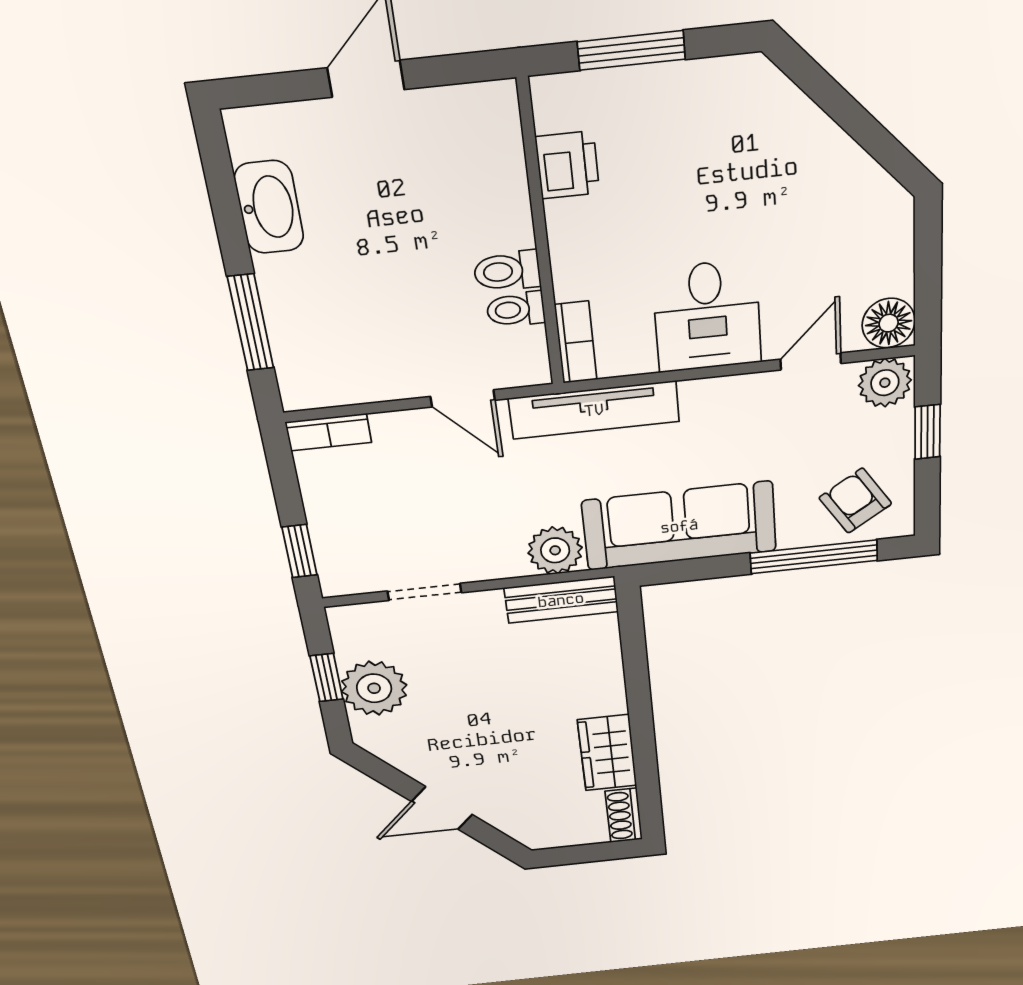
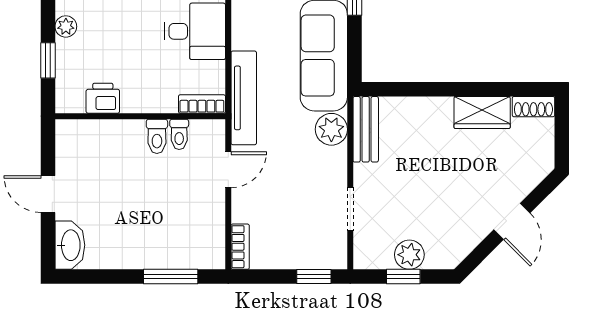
window: (631, 50) -> (48, 60), width x0.67
plant: (701, 79) -> (66, 26), added
washbasin: (269, 207) -> (70, 245), moved, turned 90
plant: (374, 688) -> (409, 255), width x0.73, depth x0.73

